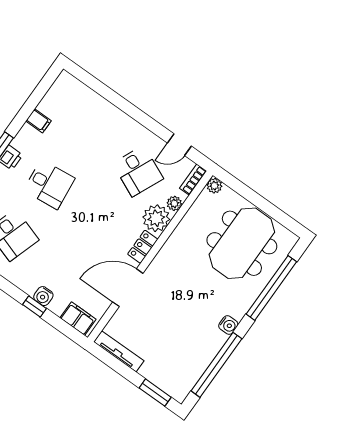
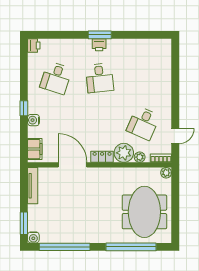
filing cabinet: (38, 121) -> (131, 46), removed
door: (179, 145) -> (175, 136), swing flipped
meeting table: (242, 243) -> (144, 212), turned 90
window: (34, 307) -> (24, 108), moved
water cooler: (228, 325) -> (33, 237), moved

